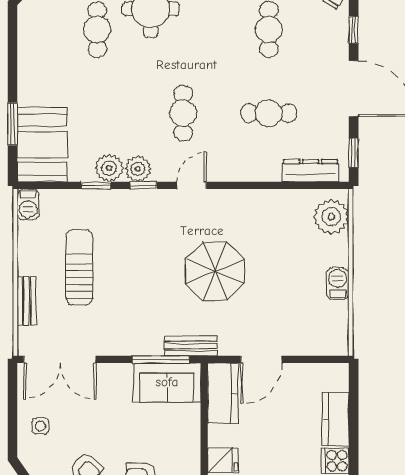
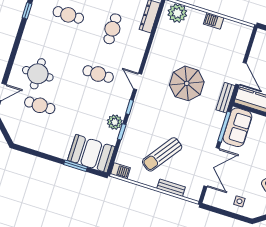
plant: (138, 169) -> (120, 107), removed
sun lounger: (79, 267) -> (162, 154), turned -54
bench: (191, 346) -> (226, 98), moved
double door: (60, 359) -> (212, 167), moved

